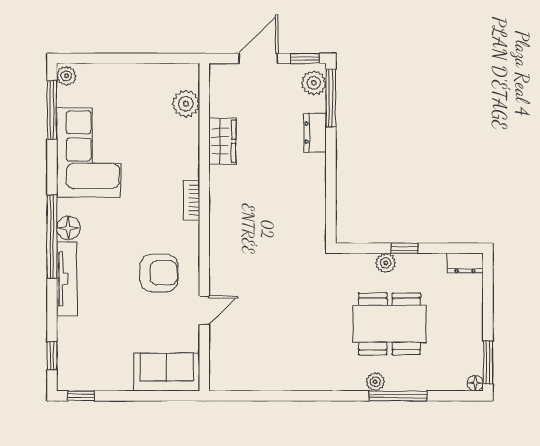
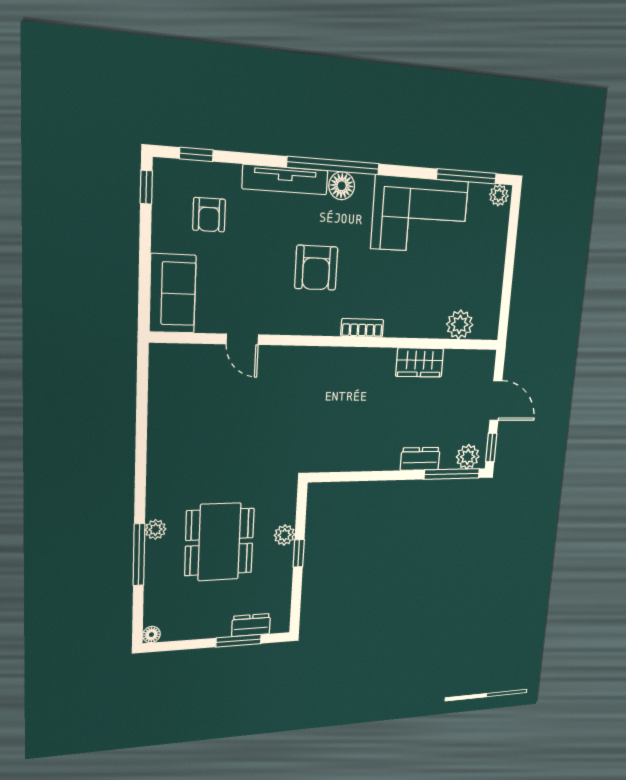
dresser: (465, 263) -> (251, 625), moved, turned 90
armchair: (159, 273) -> (316, 268), moved
armchair: (100, 343) -> (209, 215), added
window: (488, 363) -> (239, 641), moved

